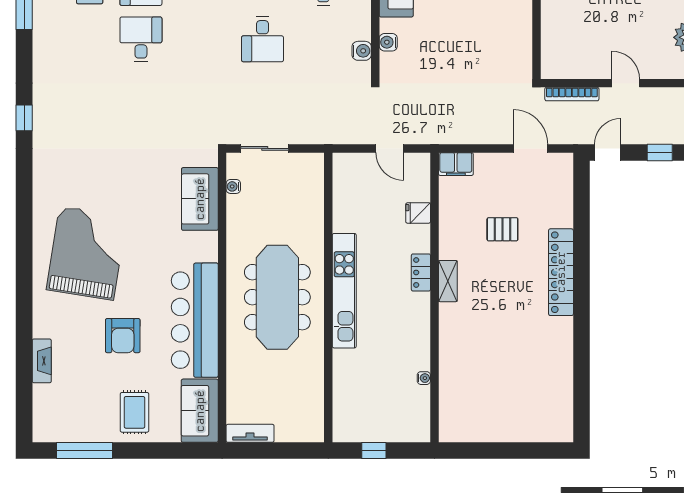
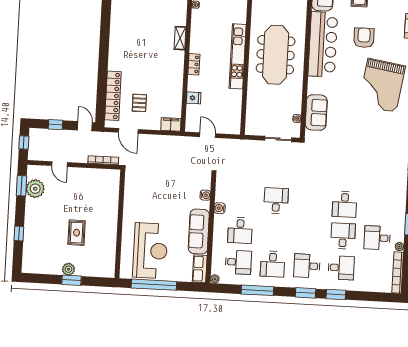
water cooler: (362, 51) -> (220, 208), moved
door: (626, 83) -> (59, 164), moved
door: (608, 153) -> (85, 126), swing flipped
pallet: (502, 229) -> (139, 103), moved, turned 90
locker: (561, 272) -> (113, 96), moved
shelving: (448, 281) -> (180, 38), moved

